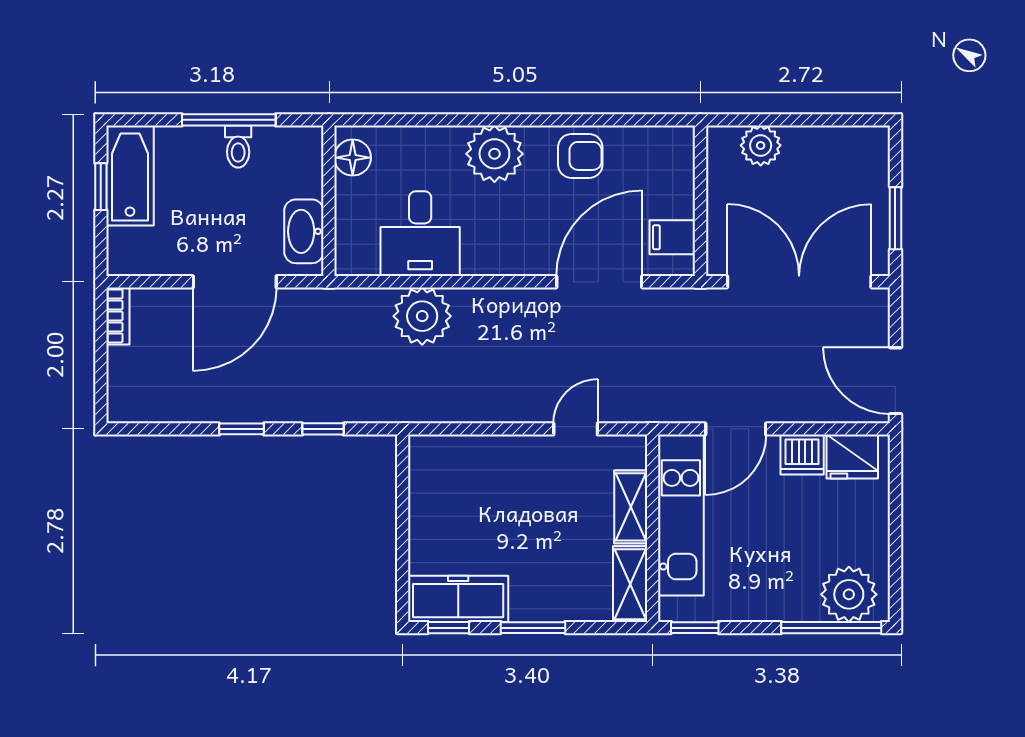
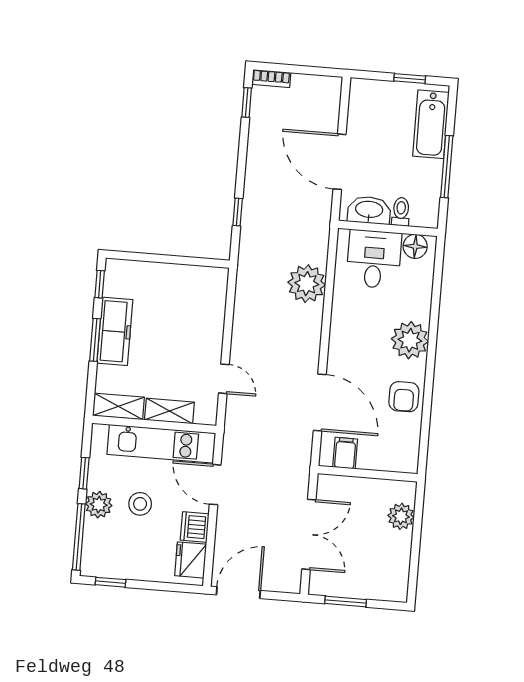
toilet: (238, 147) -> (401, 212), moved, turned 90
bathtub: (130, 176) -> (431, 124), moved, turned 90
desk: (420, 234) -> (374, 259), moved, turned 90
double door: (799, 282) -> (309, 534), width x0.73
bookcase: (118, 316) -> (271, 78), moved
window: (241, 429) -> (247, 102), moved
stool: (774, 540) -> (140, 504), added
window: (895, 574) -> (110, 582), added
plant: (849, 594) -> (99, 505), moved, width x0.73, depth x0.73
freezer: (458, 599) -> (115, 331), moved
window: (695, 628) -> (84, 473), moved

